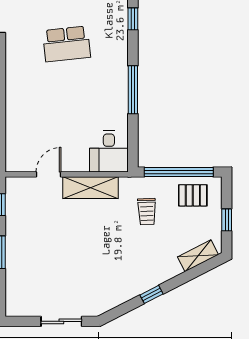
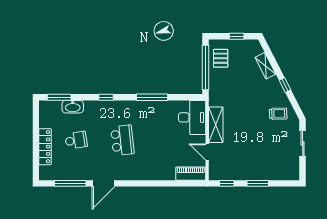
piano: (15, 149) -> (191, 174), added
desk: (109, 151) -> (192, 117), width x1.37
trolley: (147, 212) -> (278, 114), moved
shelving: (198, 256) -> (265, 66), moved

